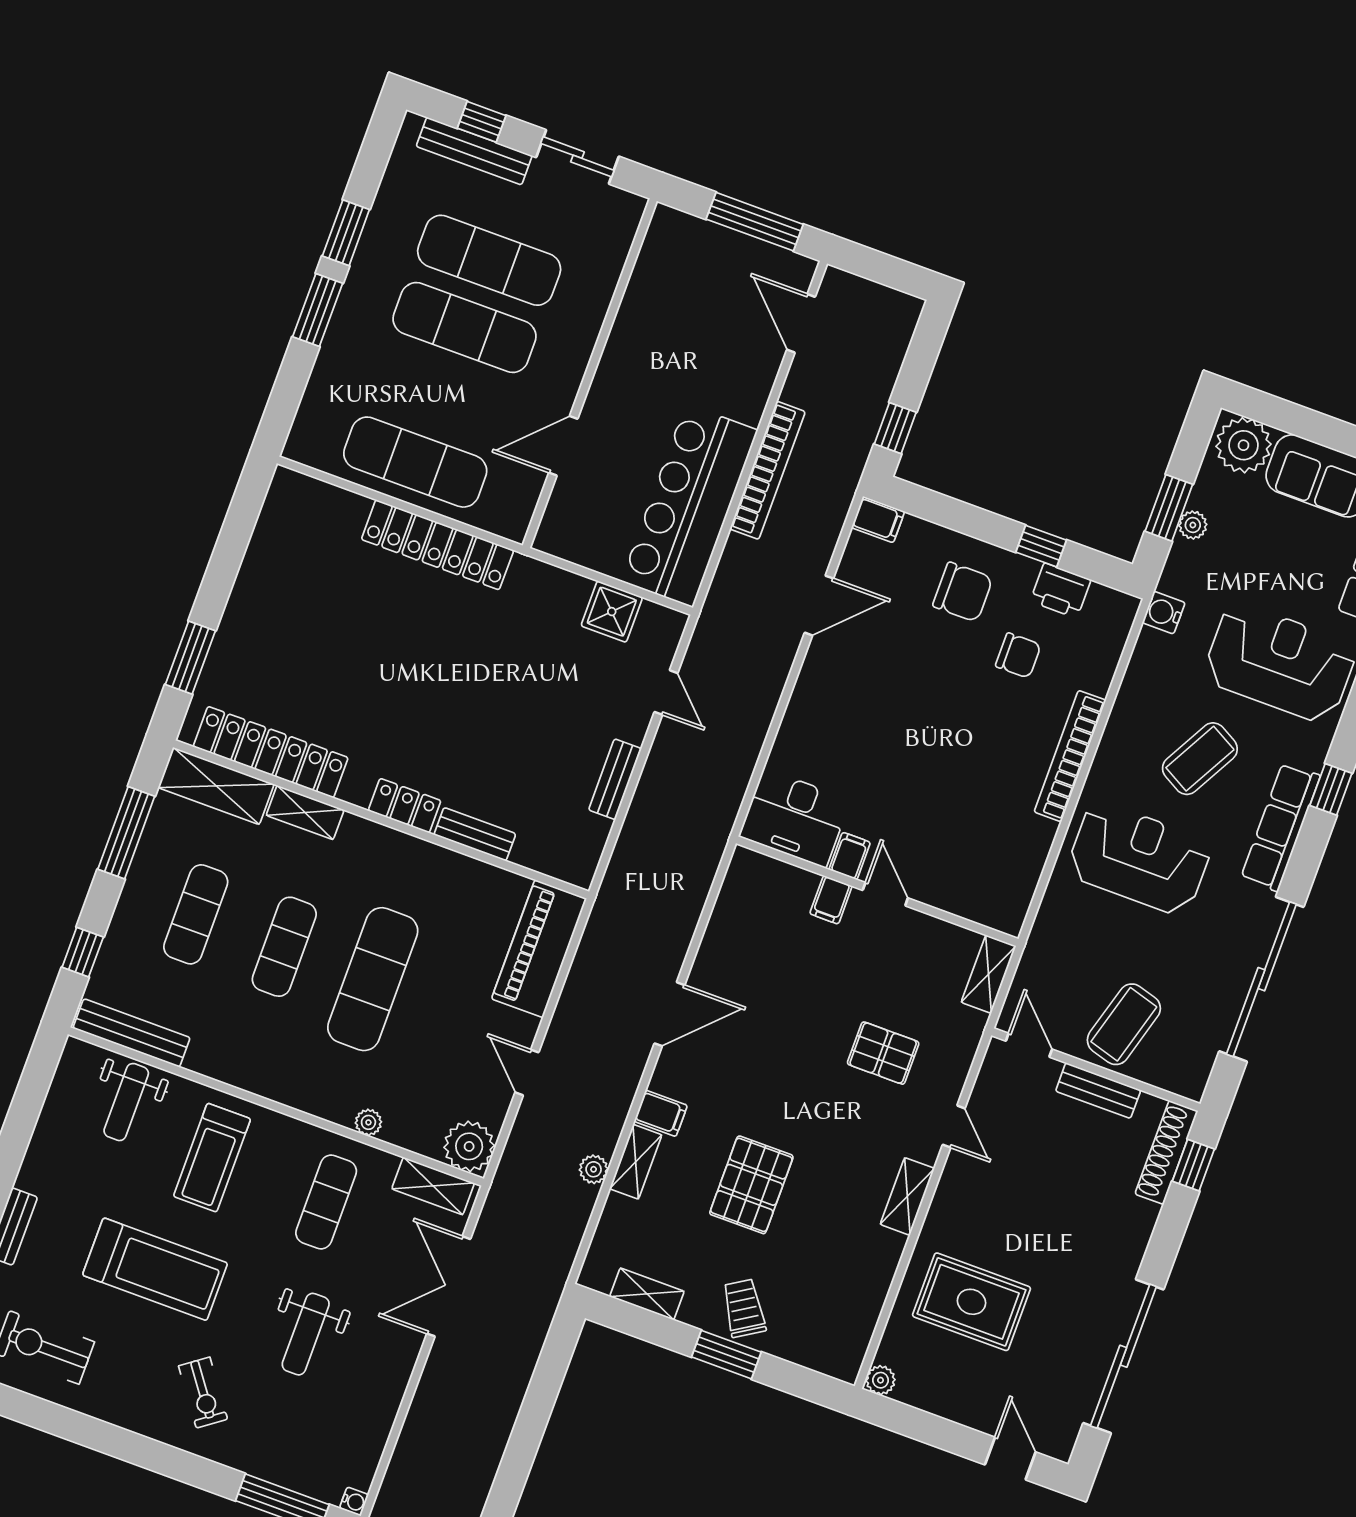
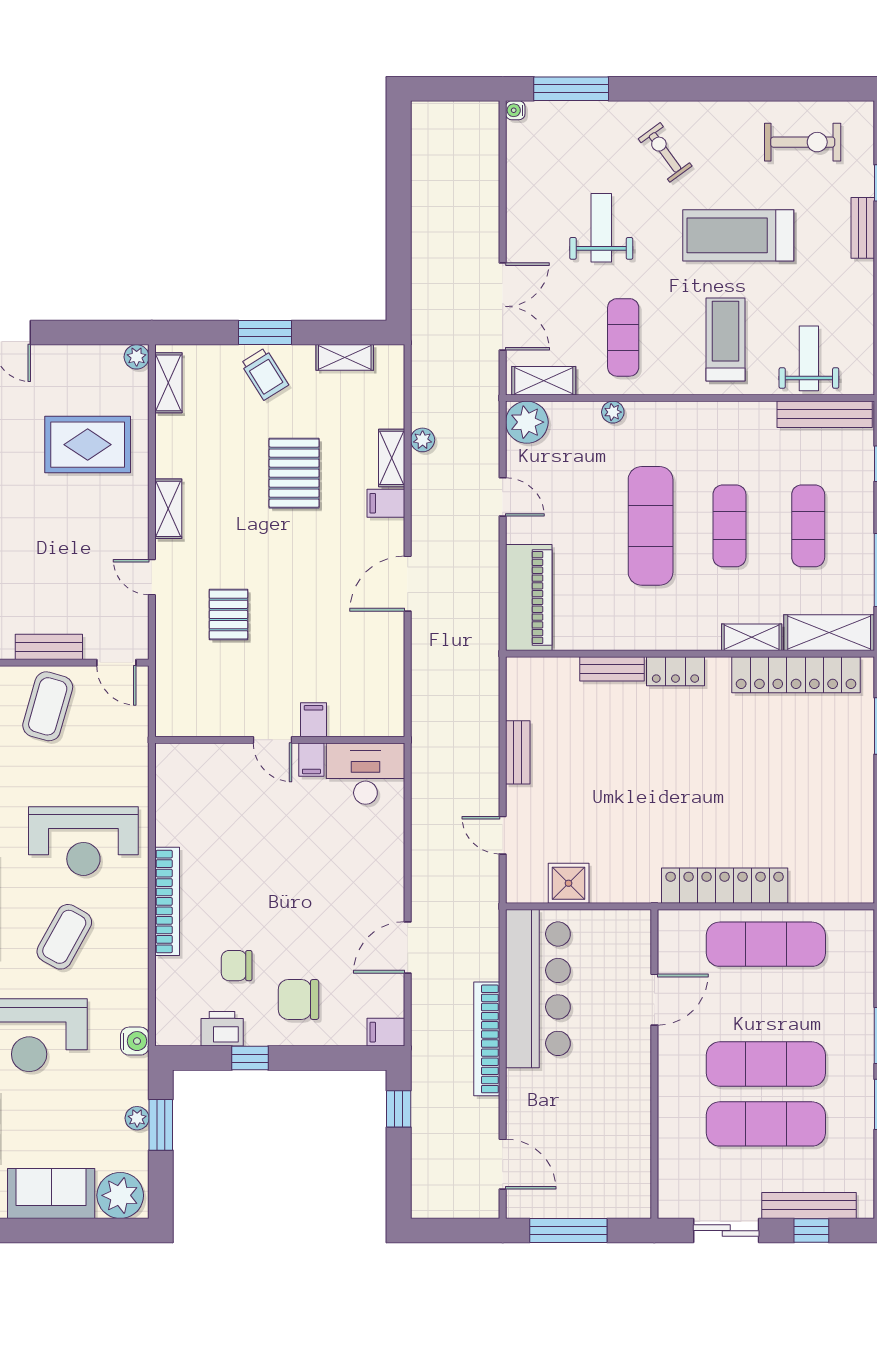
shelving: (989, 974) -> (168, 383), moved
pallet: (883, 1053) -> (228, 614), turned 90

